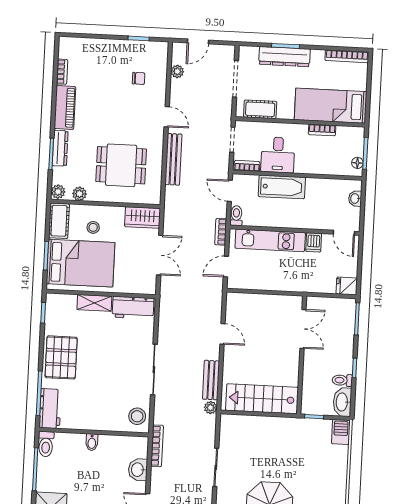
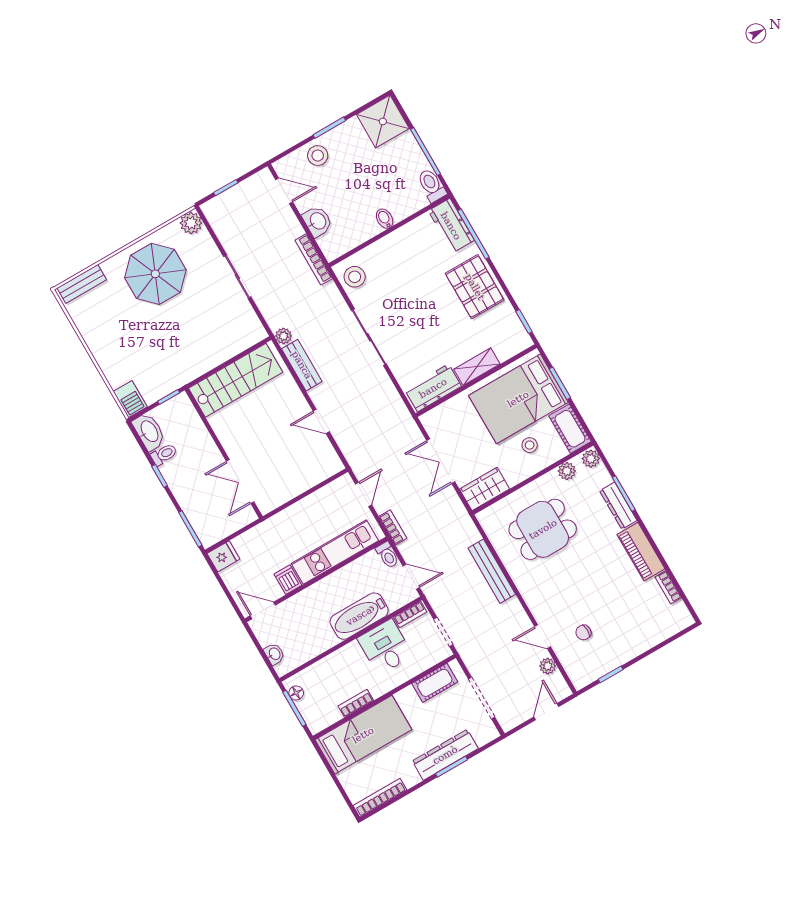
door: (167, 117) -> (543, 637), moved

